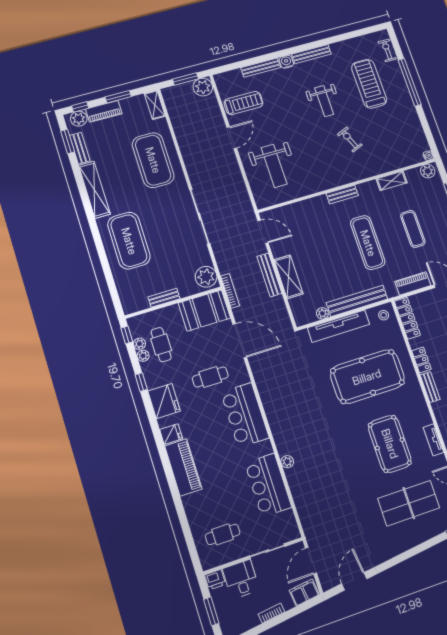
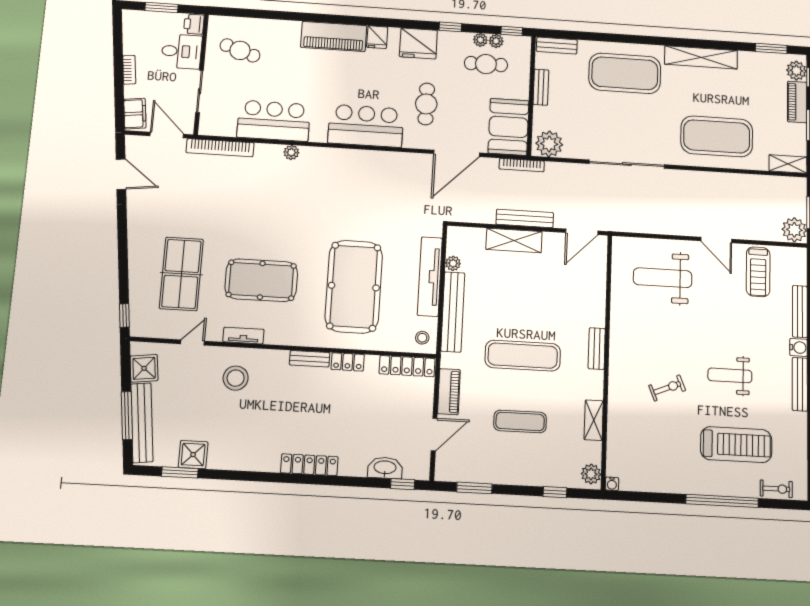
bench: (80, 148) -> (557, 46), moved
bookcase: (305, 516) -> (220, 148), added
cafe table: (223, 534) -> (240, 50), turned -71

